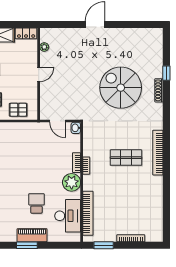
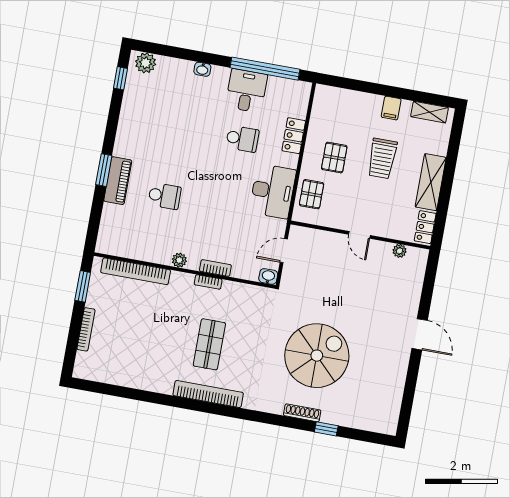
plant: (72, 182) -> (179, 260), width x0.53, depth x0.53
desk: (68, 216) -> (273, 191), moved, turned -90

